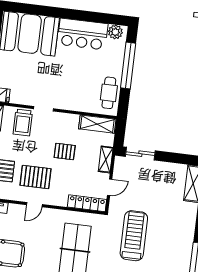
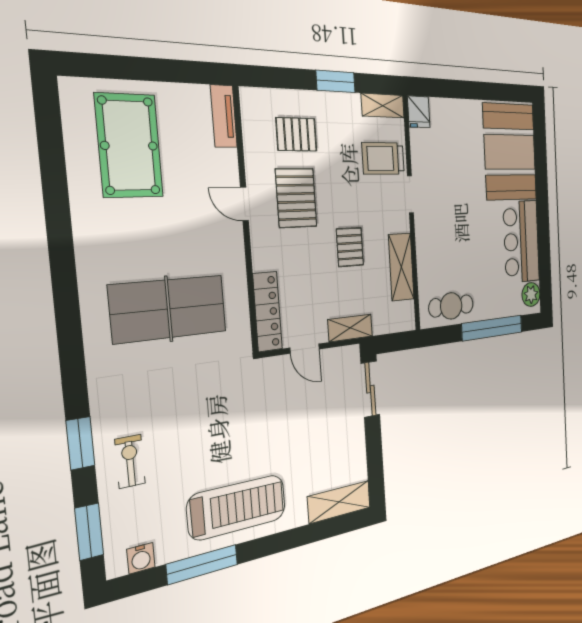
shelving: (97, 124) -> (401, 267), moved
treadmill: (134, 236) -> (237, 507), moved

